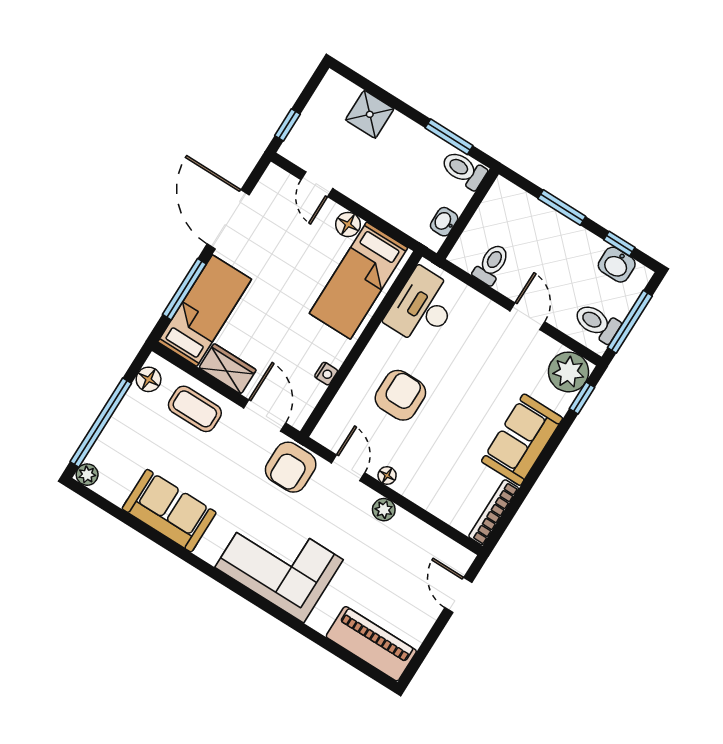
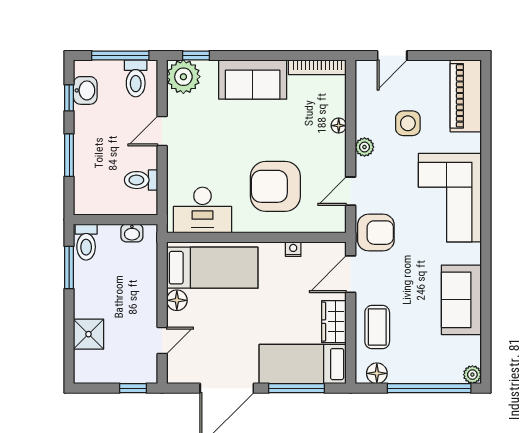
armchair: (400, 395) -> (275, 186), width x1.36, depth x1.36
floor lamp: (387, 476) -> (339, 126), moved
side table: (380, 568) -> (408, 123), added

